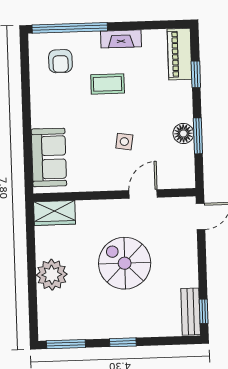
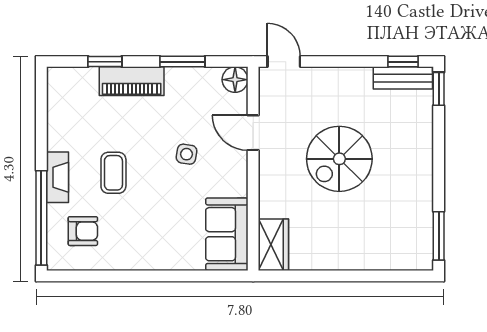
fireplace: (121, 39) -> (57, 177), moved
piano: (180, 54) -> (132, 81), moved
floor lamp: (183, 133) -> (235, 80), moved
sofa: (49, 157) -> (227, 234), moved, turned -90
plant: (52, 275) -> (351, 251), removed
window: (123, 342) -> (439, 89), moved

